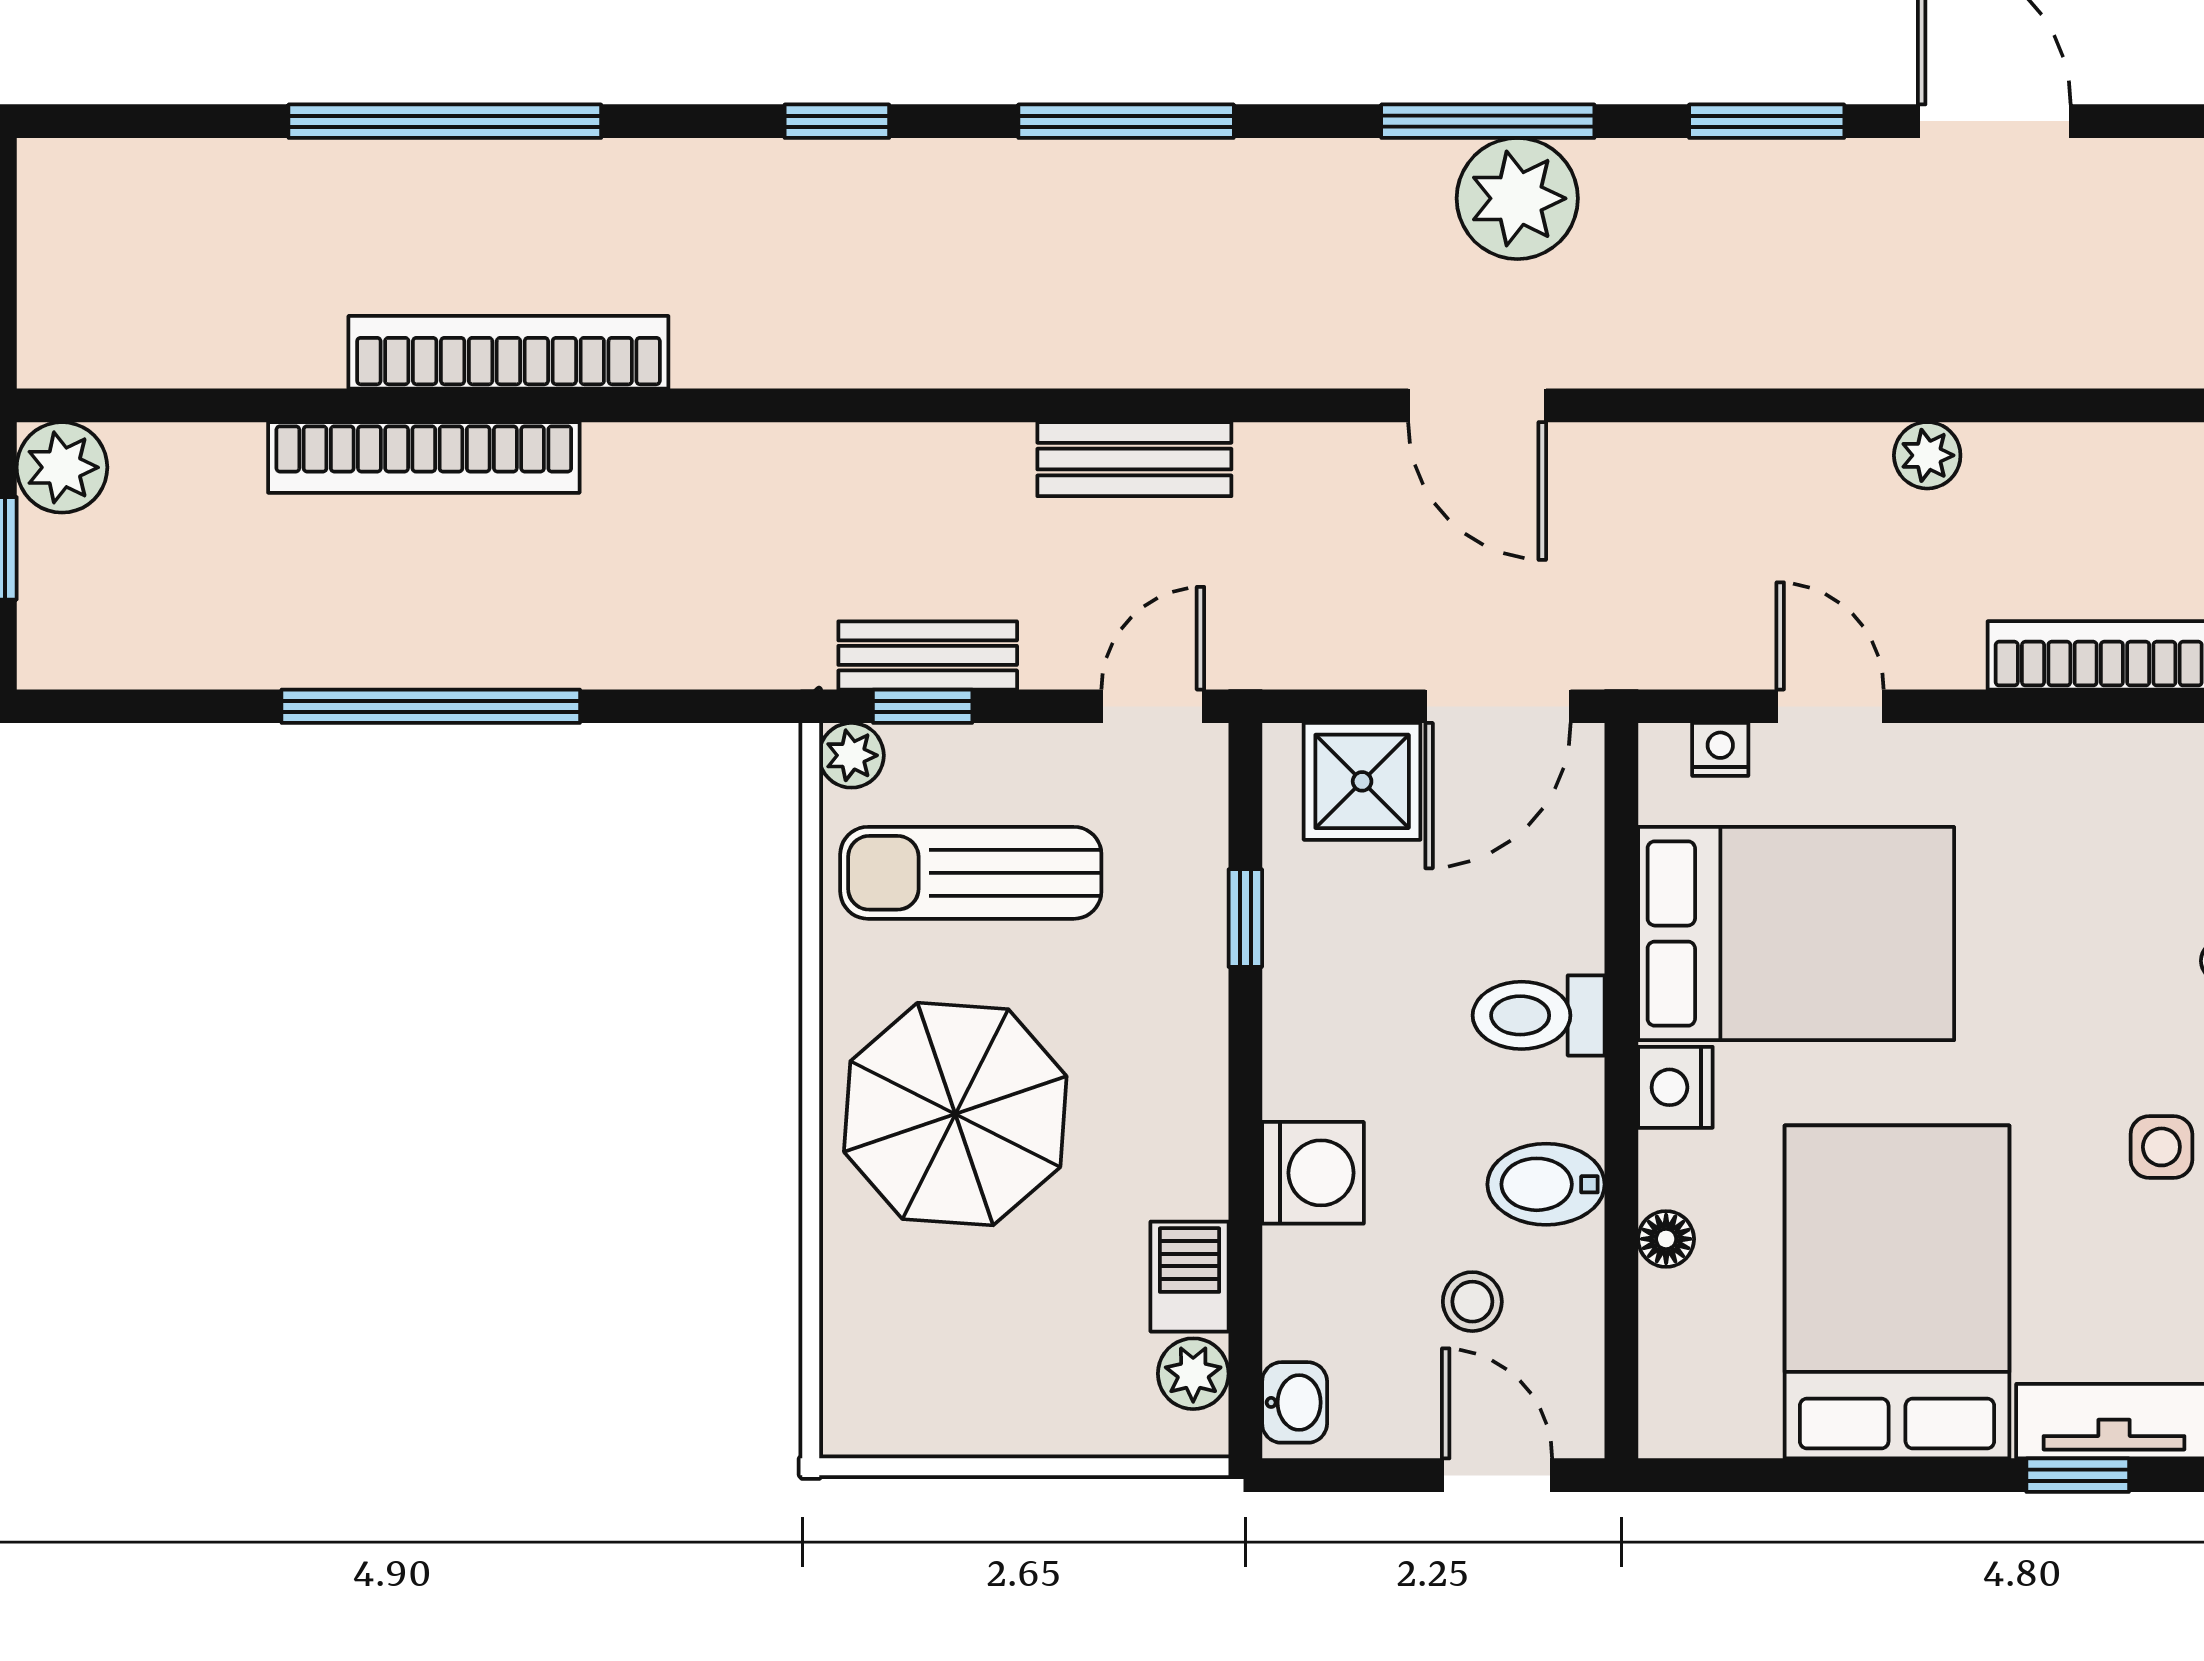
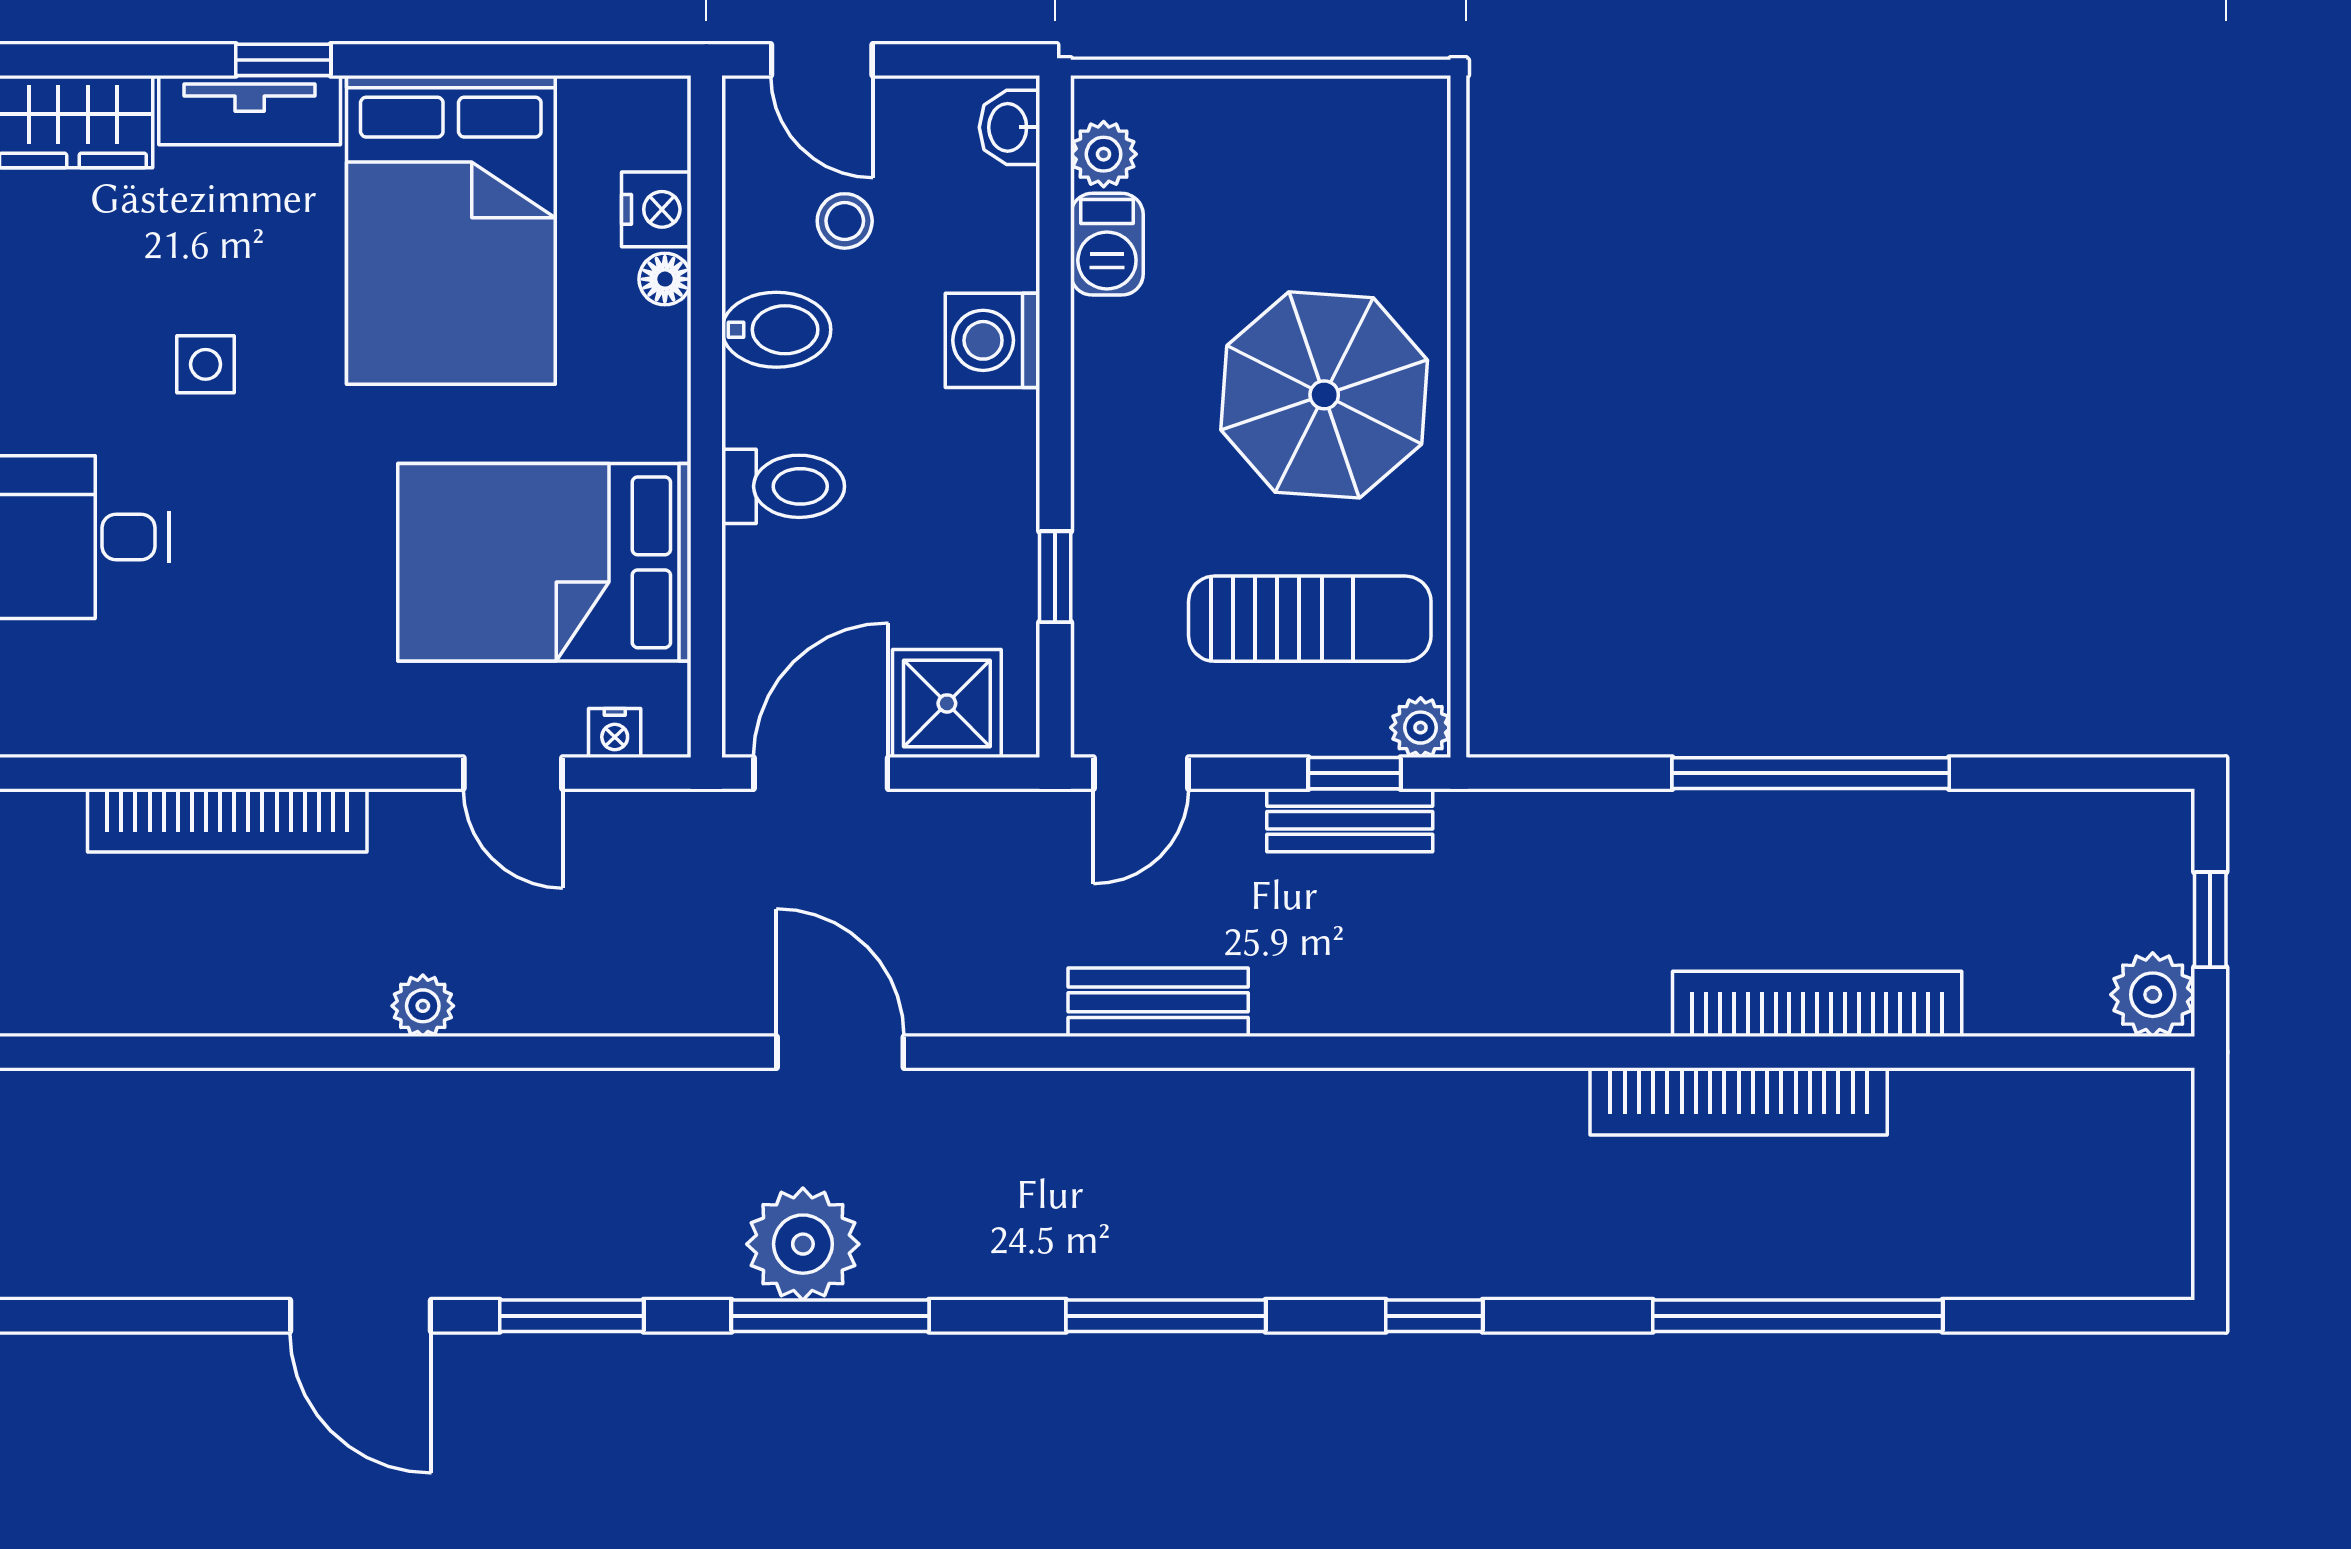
nightstand: (1675, 1087) -> (656, 209), moved

